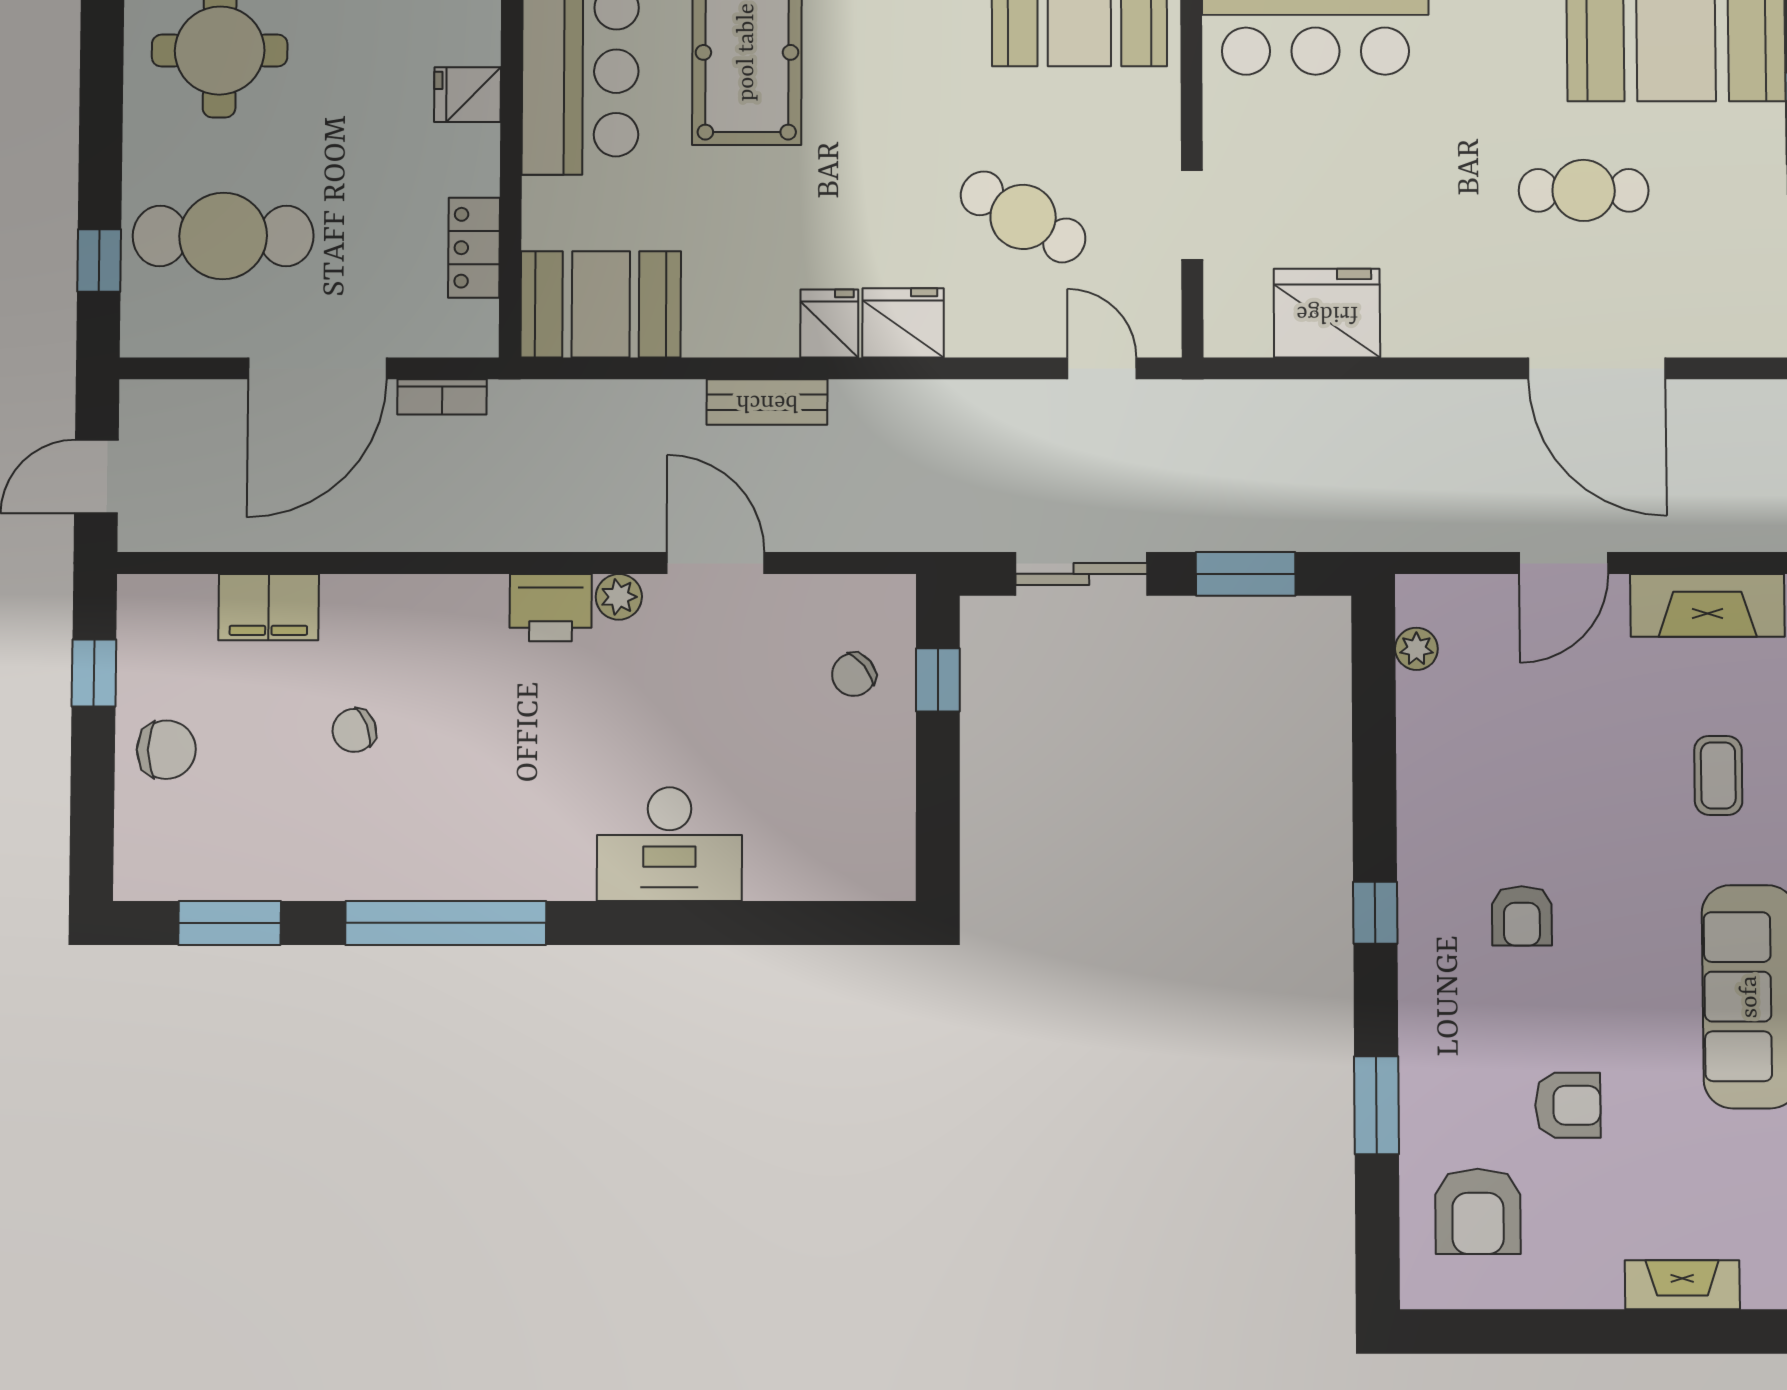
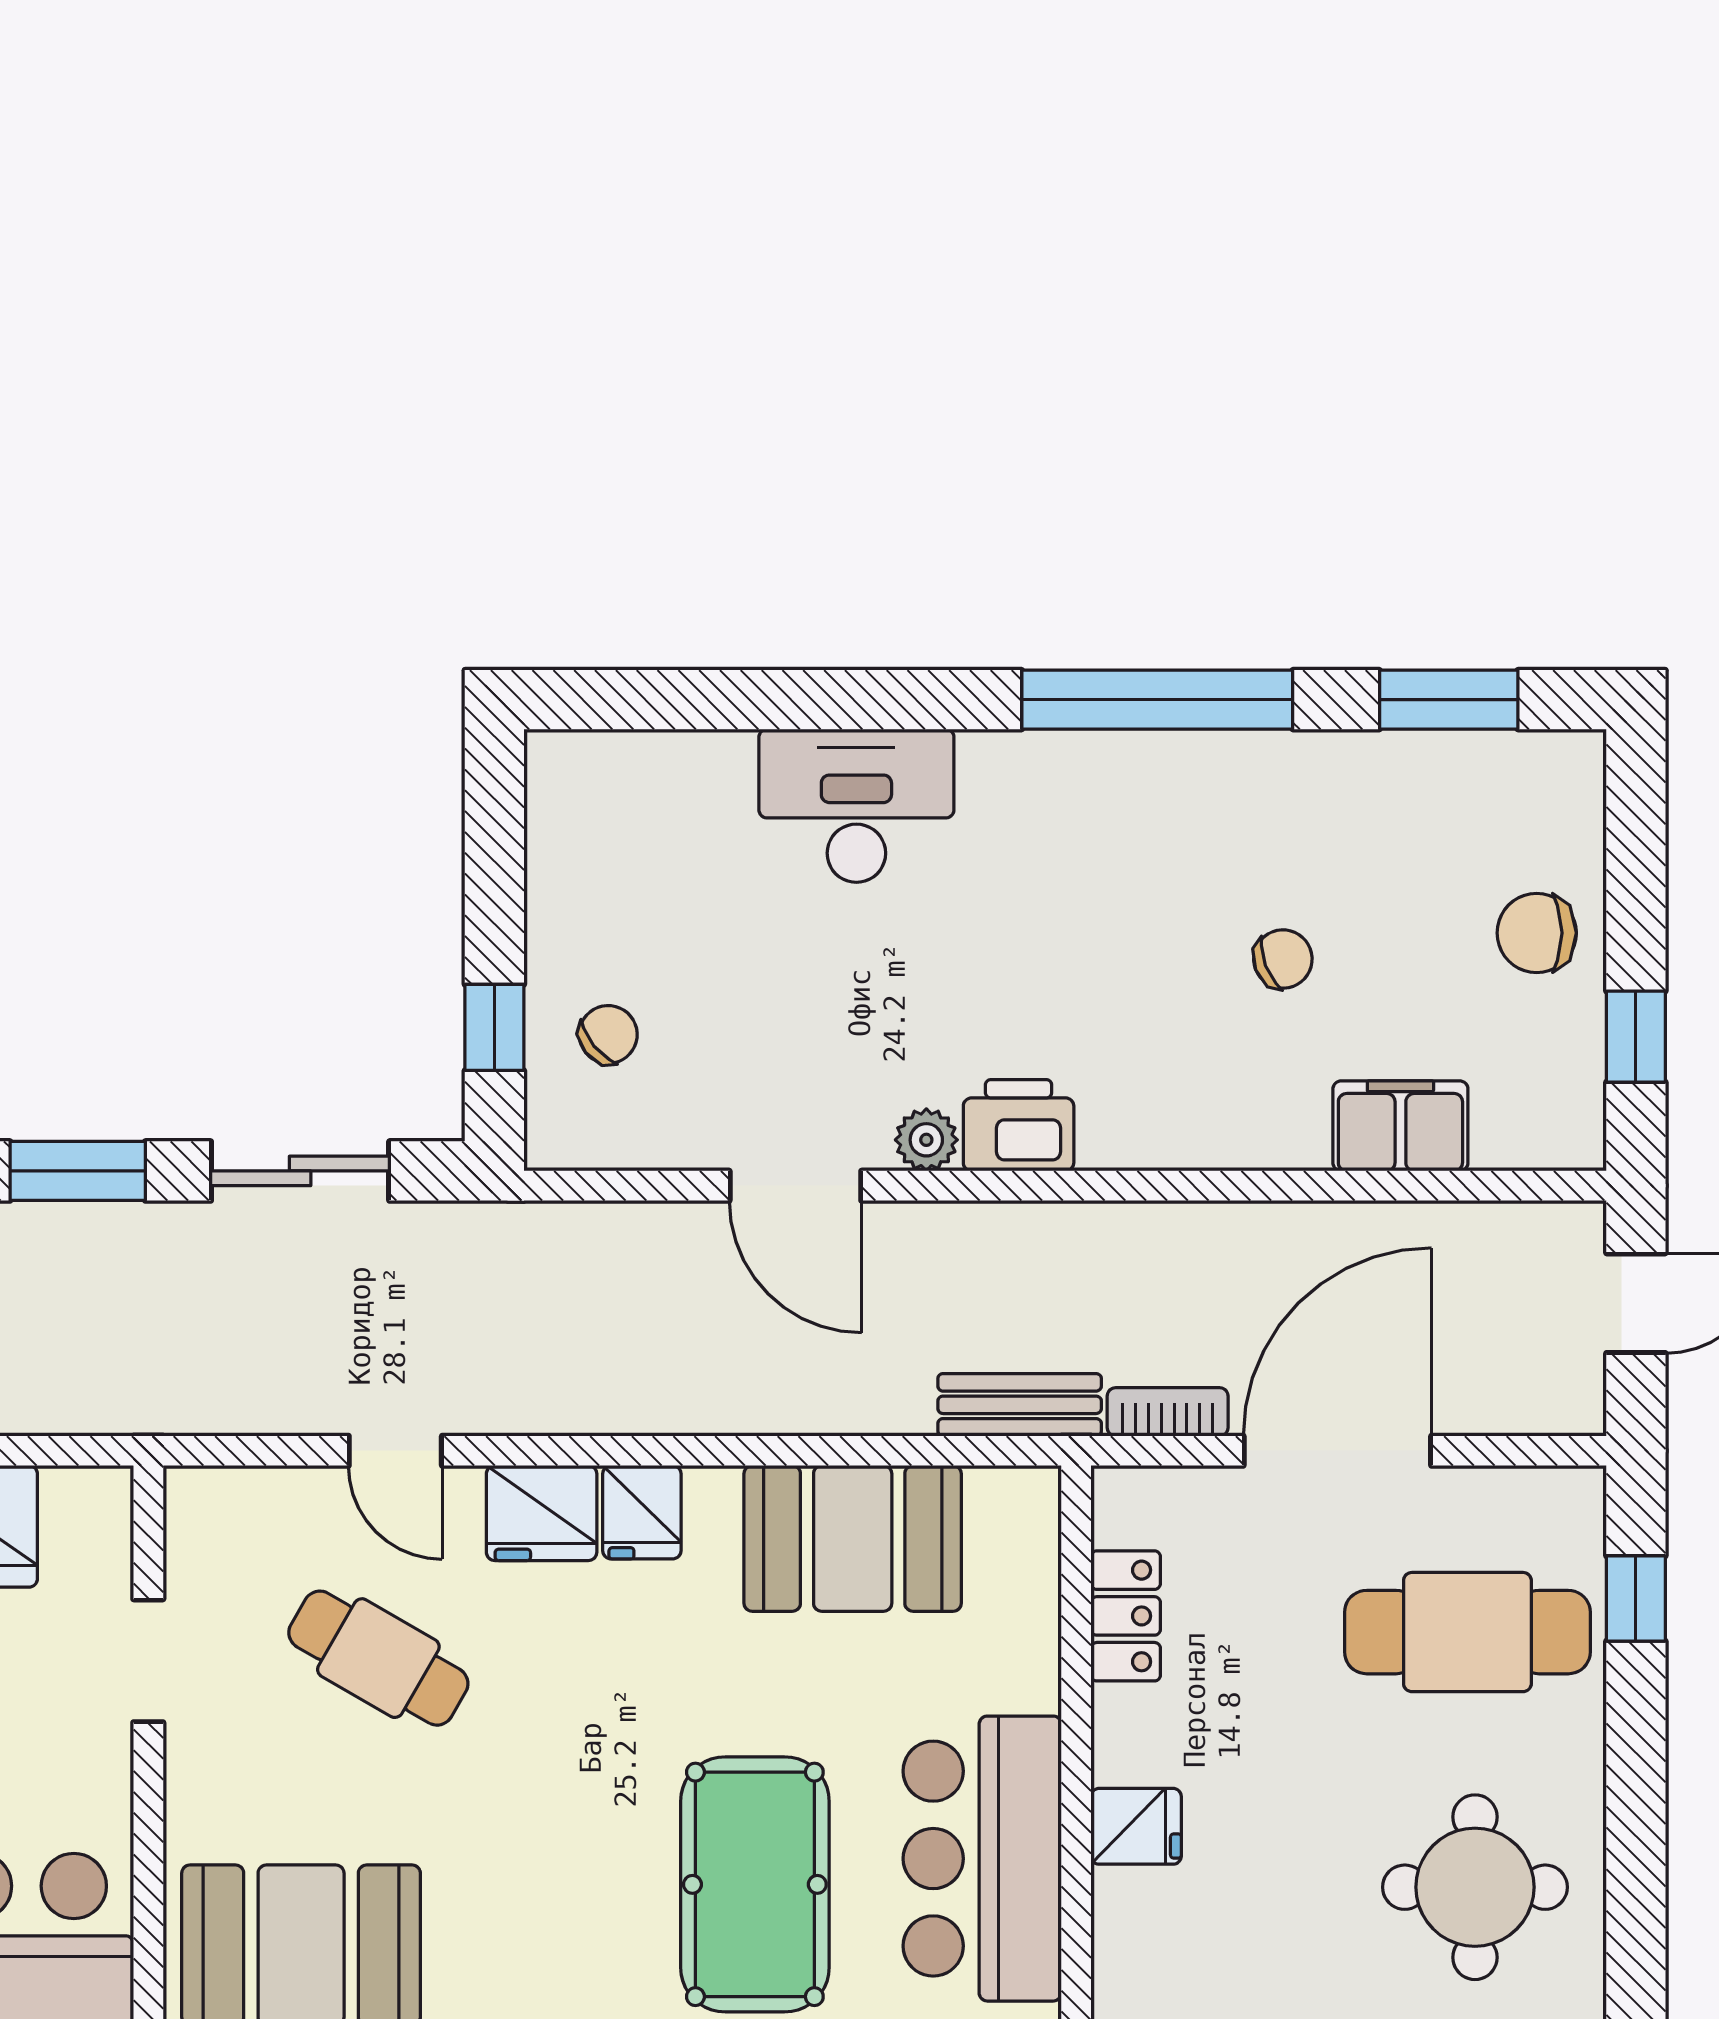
booth: (601, 304) -> (853, 1538), moved
door: (1102, 368) -> (395, 1451), moved
bench: (767, 402) -> (1020, 1405), moved

